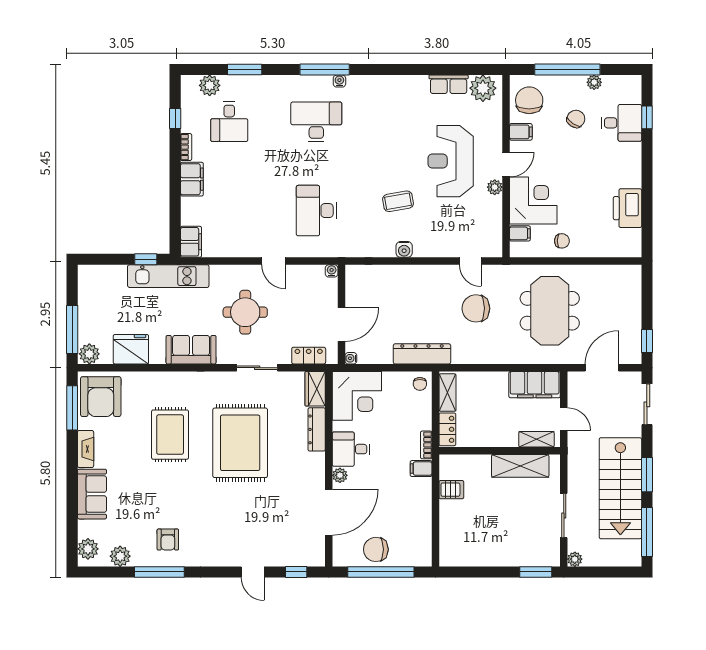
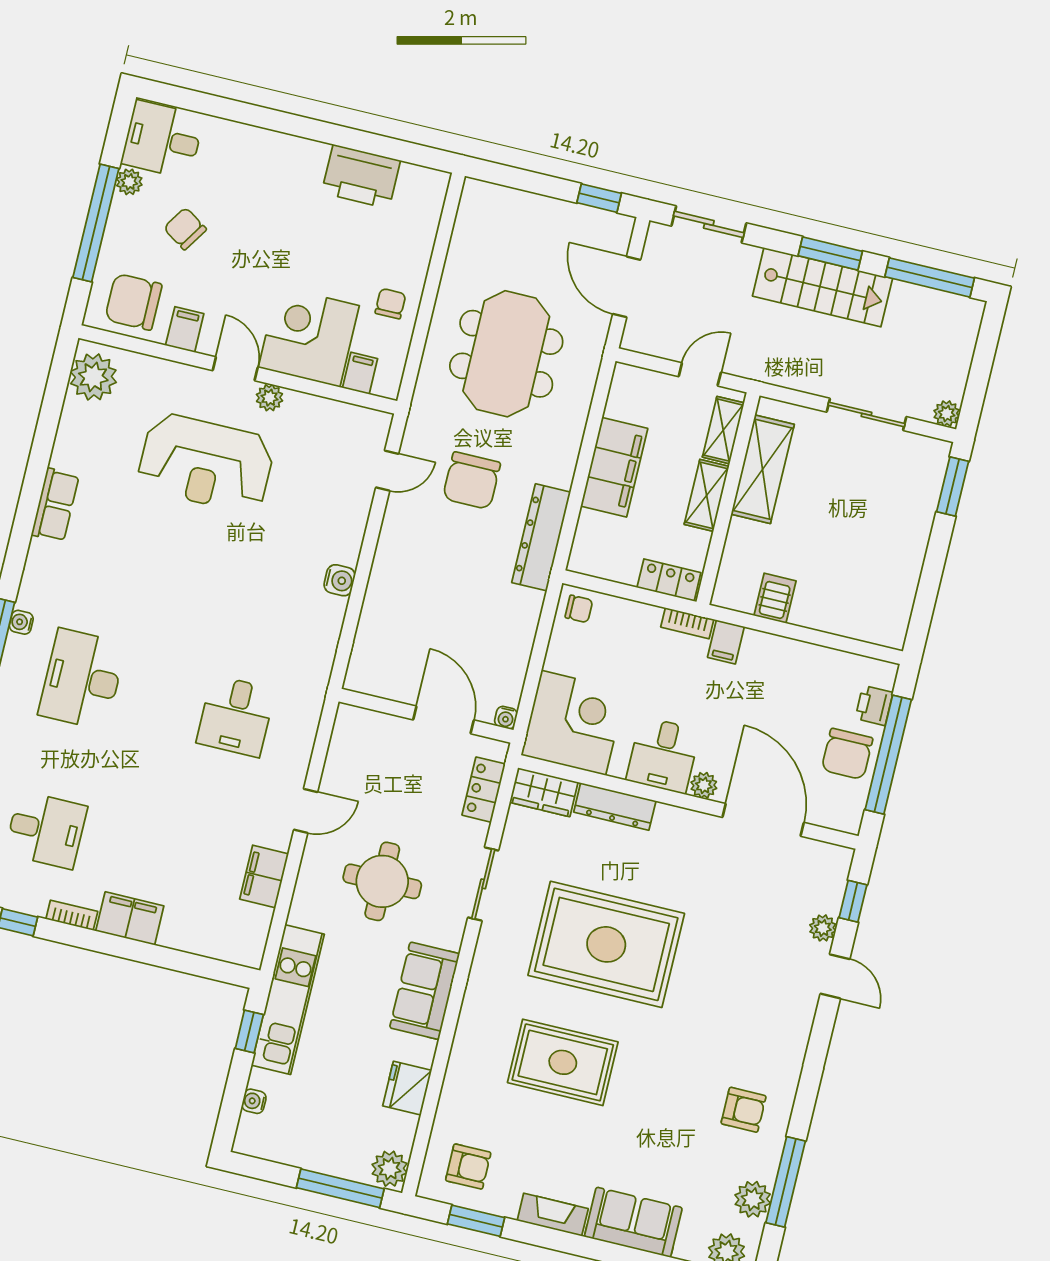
row of seats: (449, 84) -> (55, 505), moved
window: (647, 117) -> (212, 105), removed
desk: (621, 123) -> (163, 140), moved, turned -90
coffee table: (398, 201) -> (254, 571), removed
desk: (316, 211) -> (236, 716), width x0.73
filing cabinet: (191, 242) -> (264, 876), moved, turned -90
water cooler: (332, 271) -> (254, 1101), moved
meeting table: (550, 311) -> (506, 354), turned 90
fridge: (131, 349) -> (407, 1088), width x0.73, depth x0.75
dresser: (422, 354) -> (541, 537), moved
filing cabinet: (535, 385) -> (614, 467), moved
shelving: (448, 393) -> (707, 495), moved, turned 90
armchair: (101, 397) -> (468, 1167), width x0.53, depth x0.53
window: (72, 408) -> (476, 1221), width x0.69
stairs: (620, 488) -> (822, 287), width x0.73, depth x0.66
printer: (406, 558) -> (874, 705), added
plant: (278, 559) -> (823, 928), added
window: (159, 572) -> (786, 1182), moved
door: (253, 572) -> (835, 976), hinge flipped

